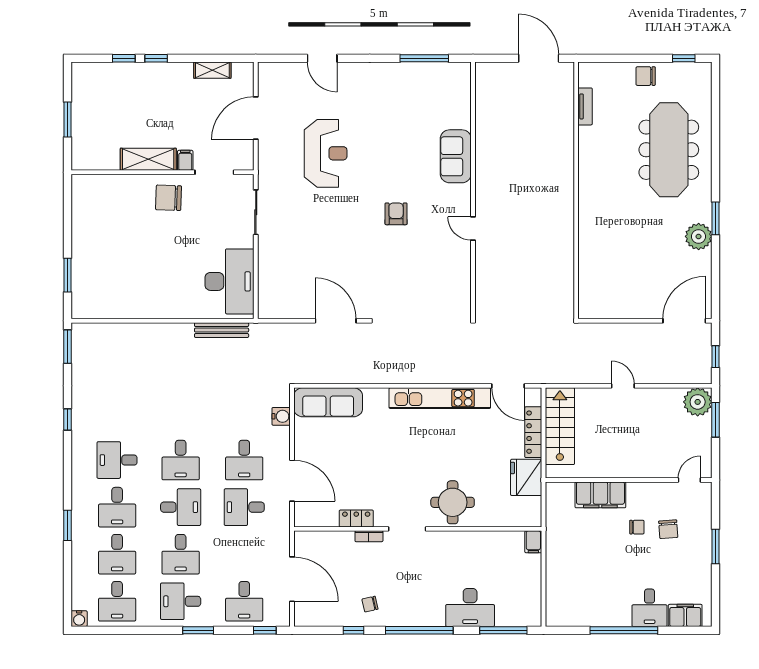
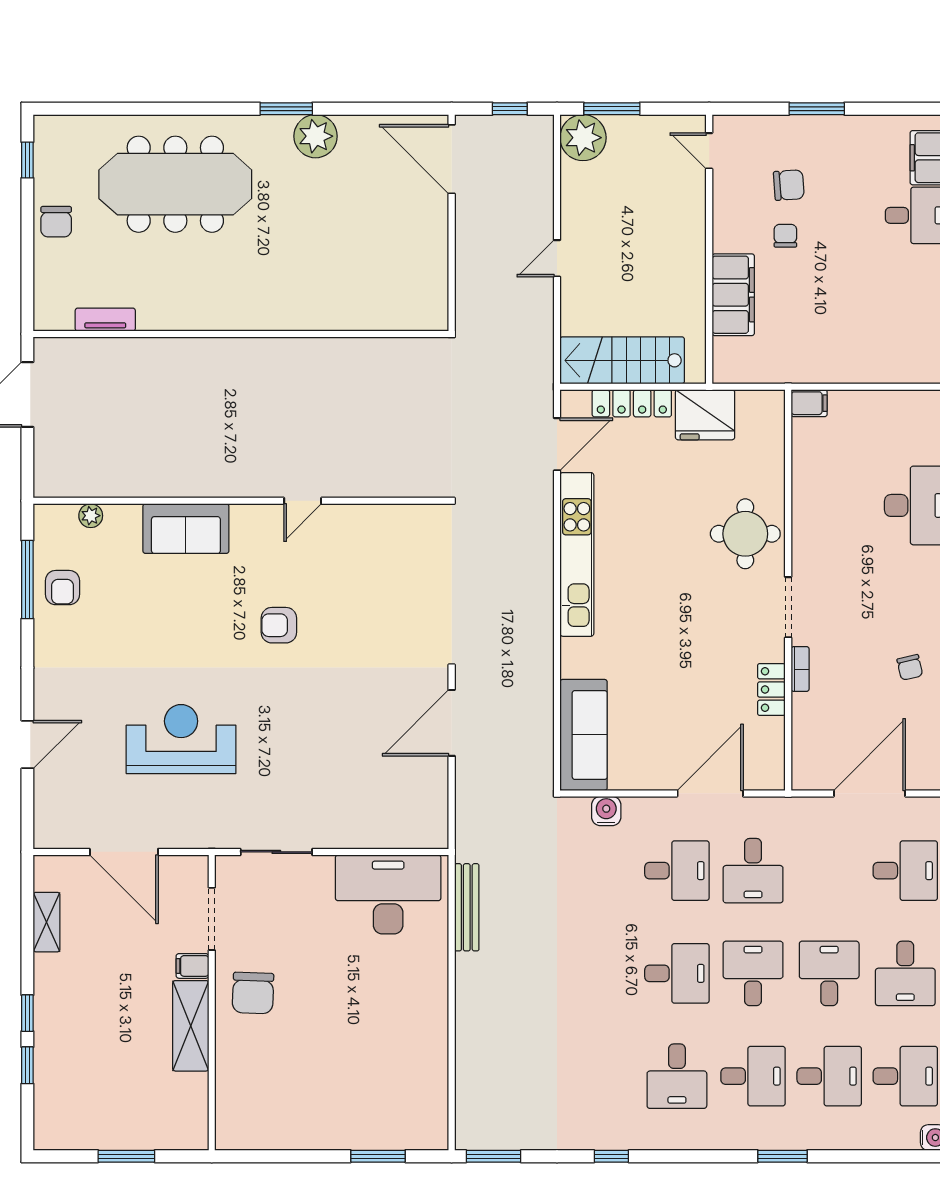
armchair: (419, 80) -> (62, 588), added
plant: (464, 97) -> (91, 516), added
desk: (181, 554) -> (829, 973), turned -90

